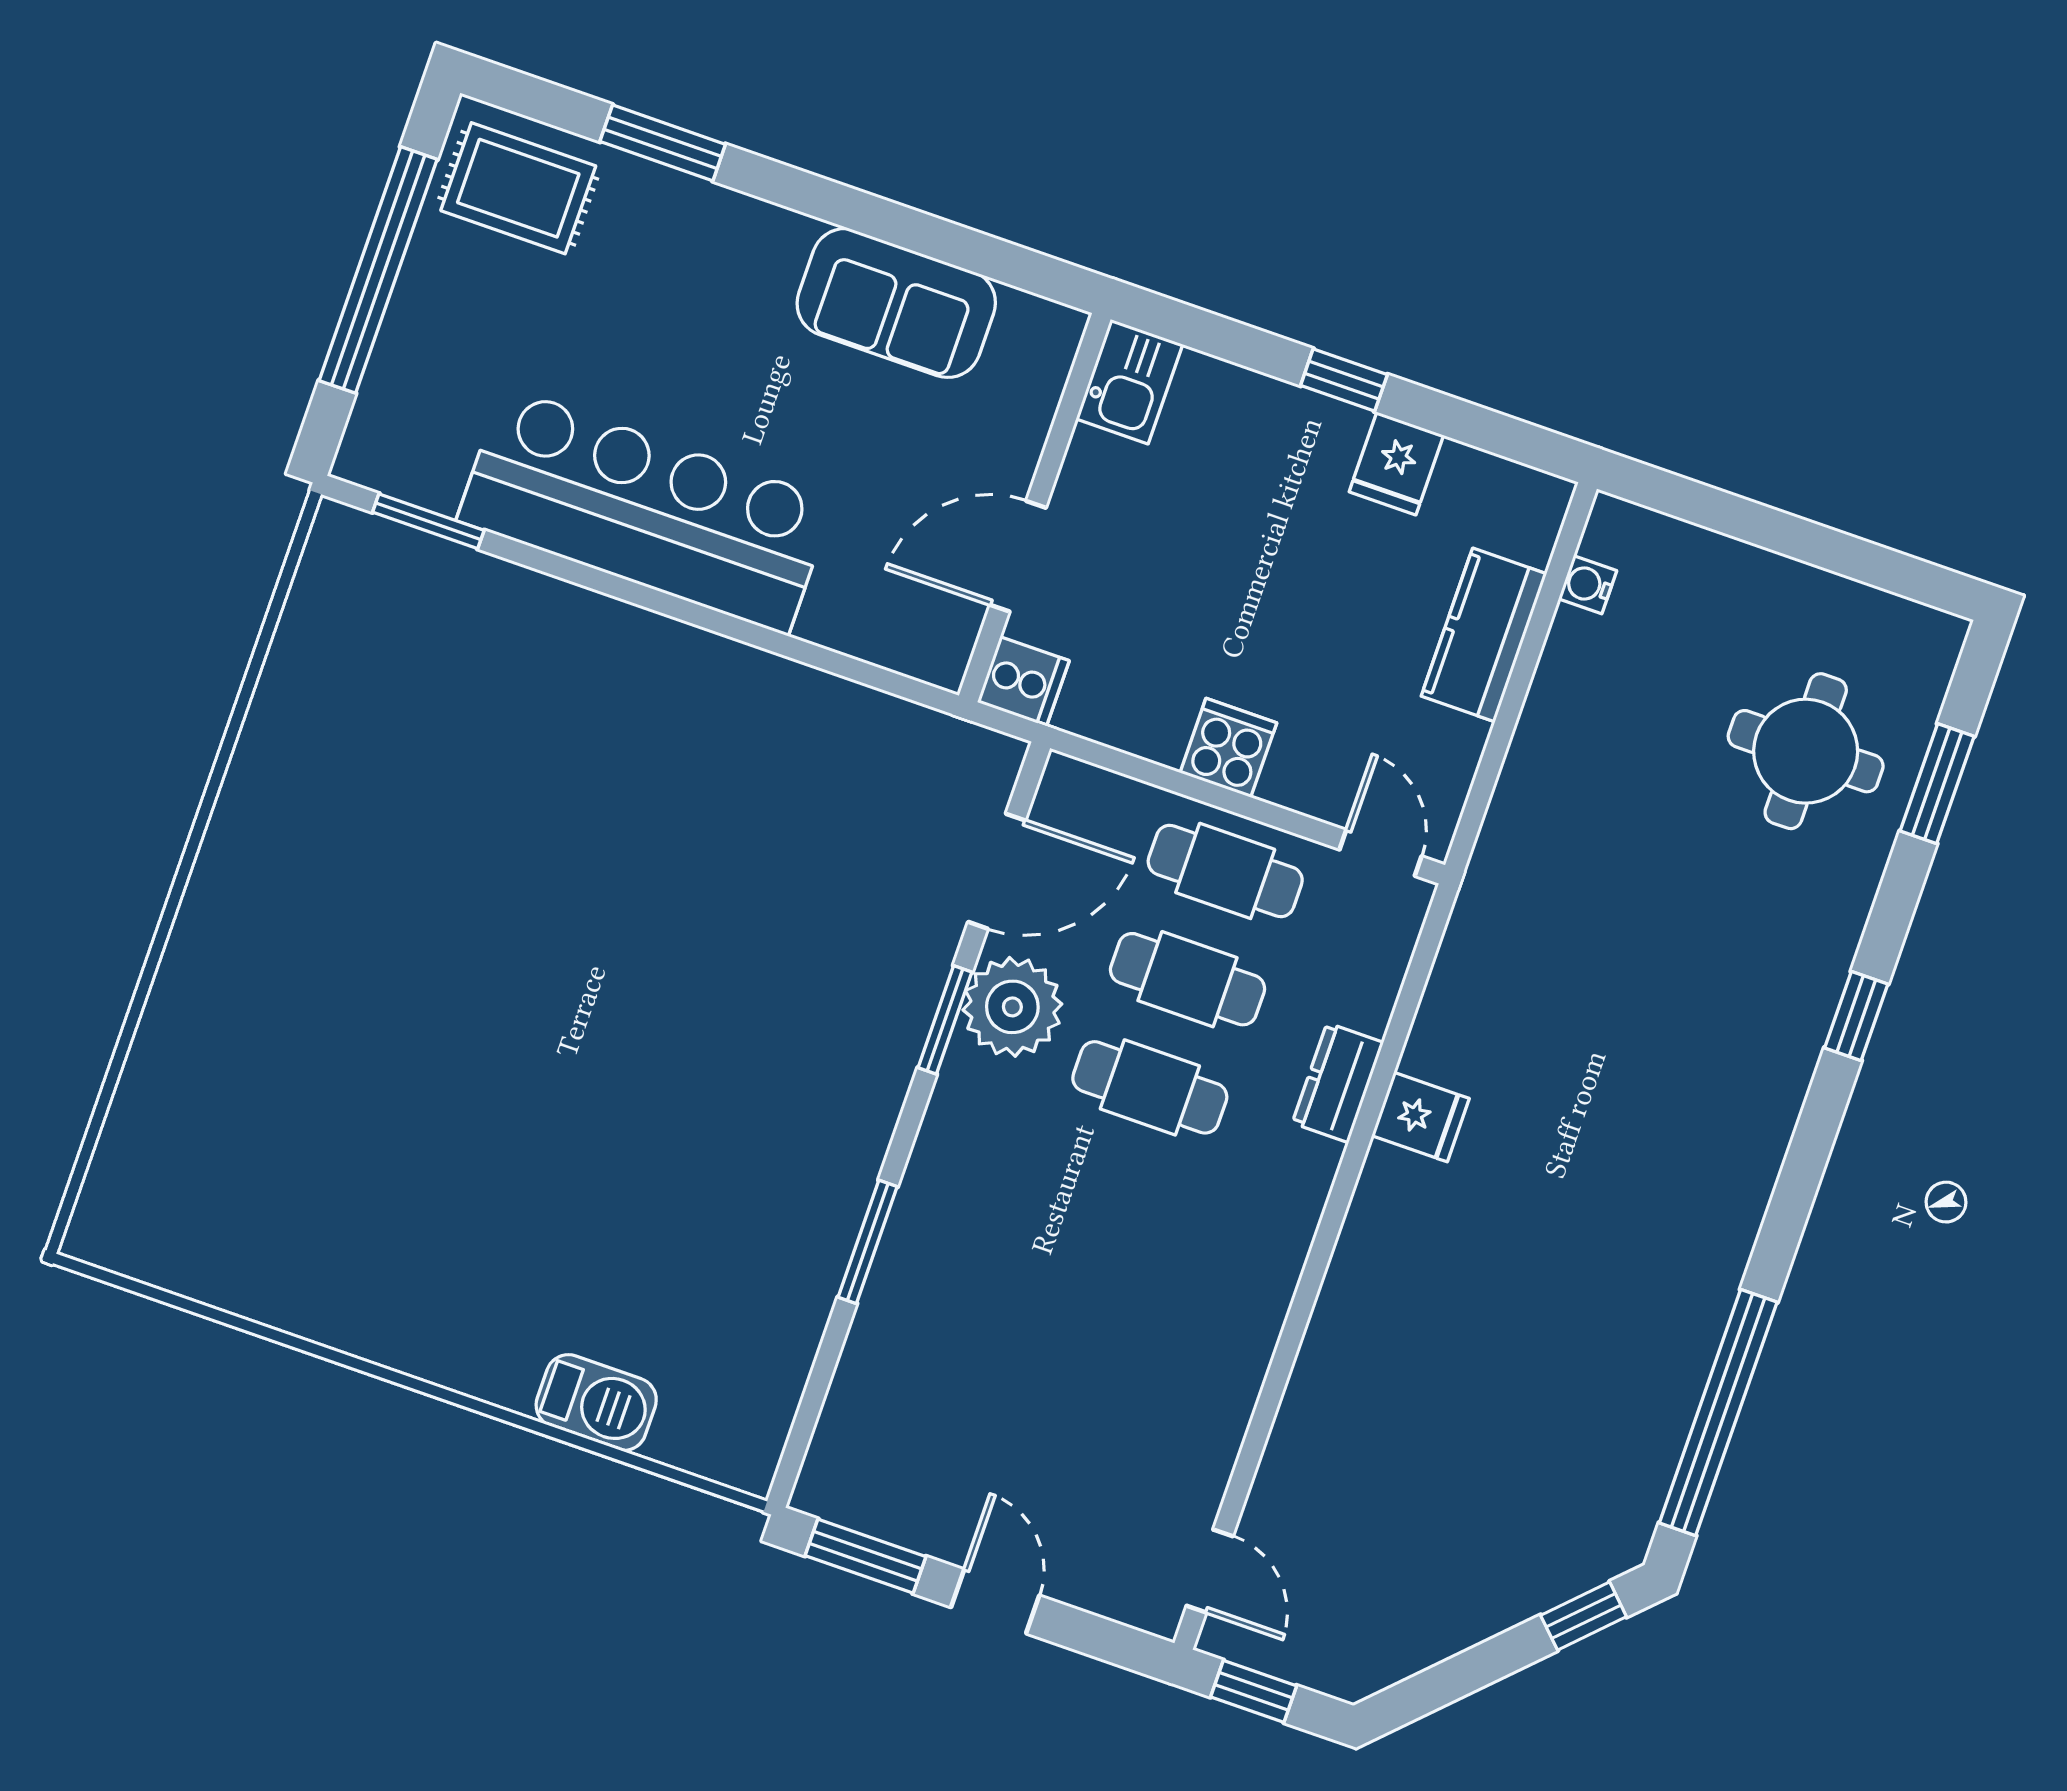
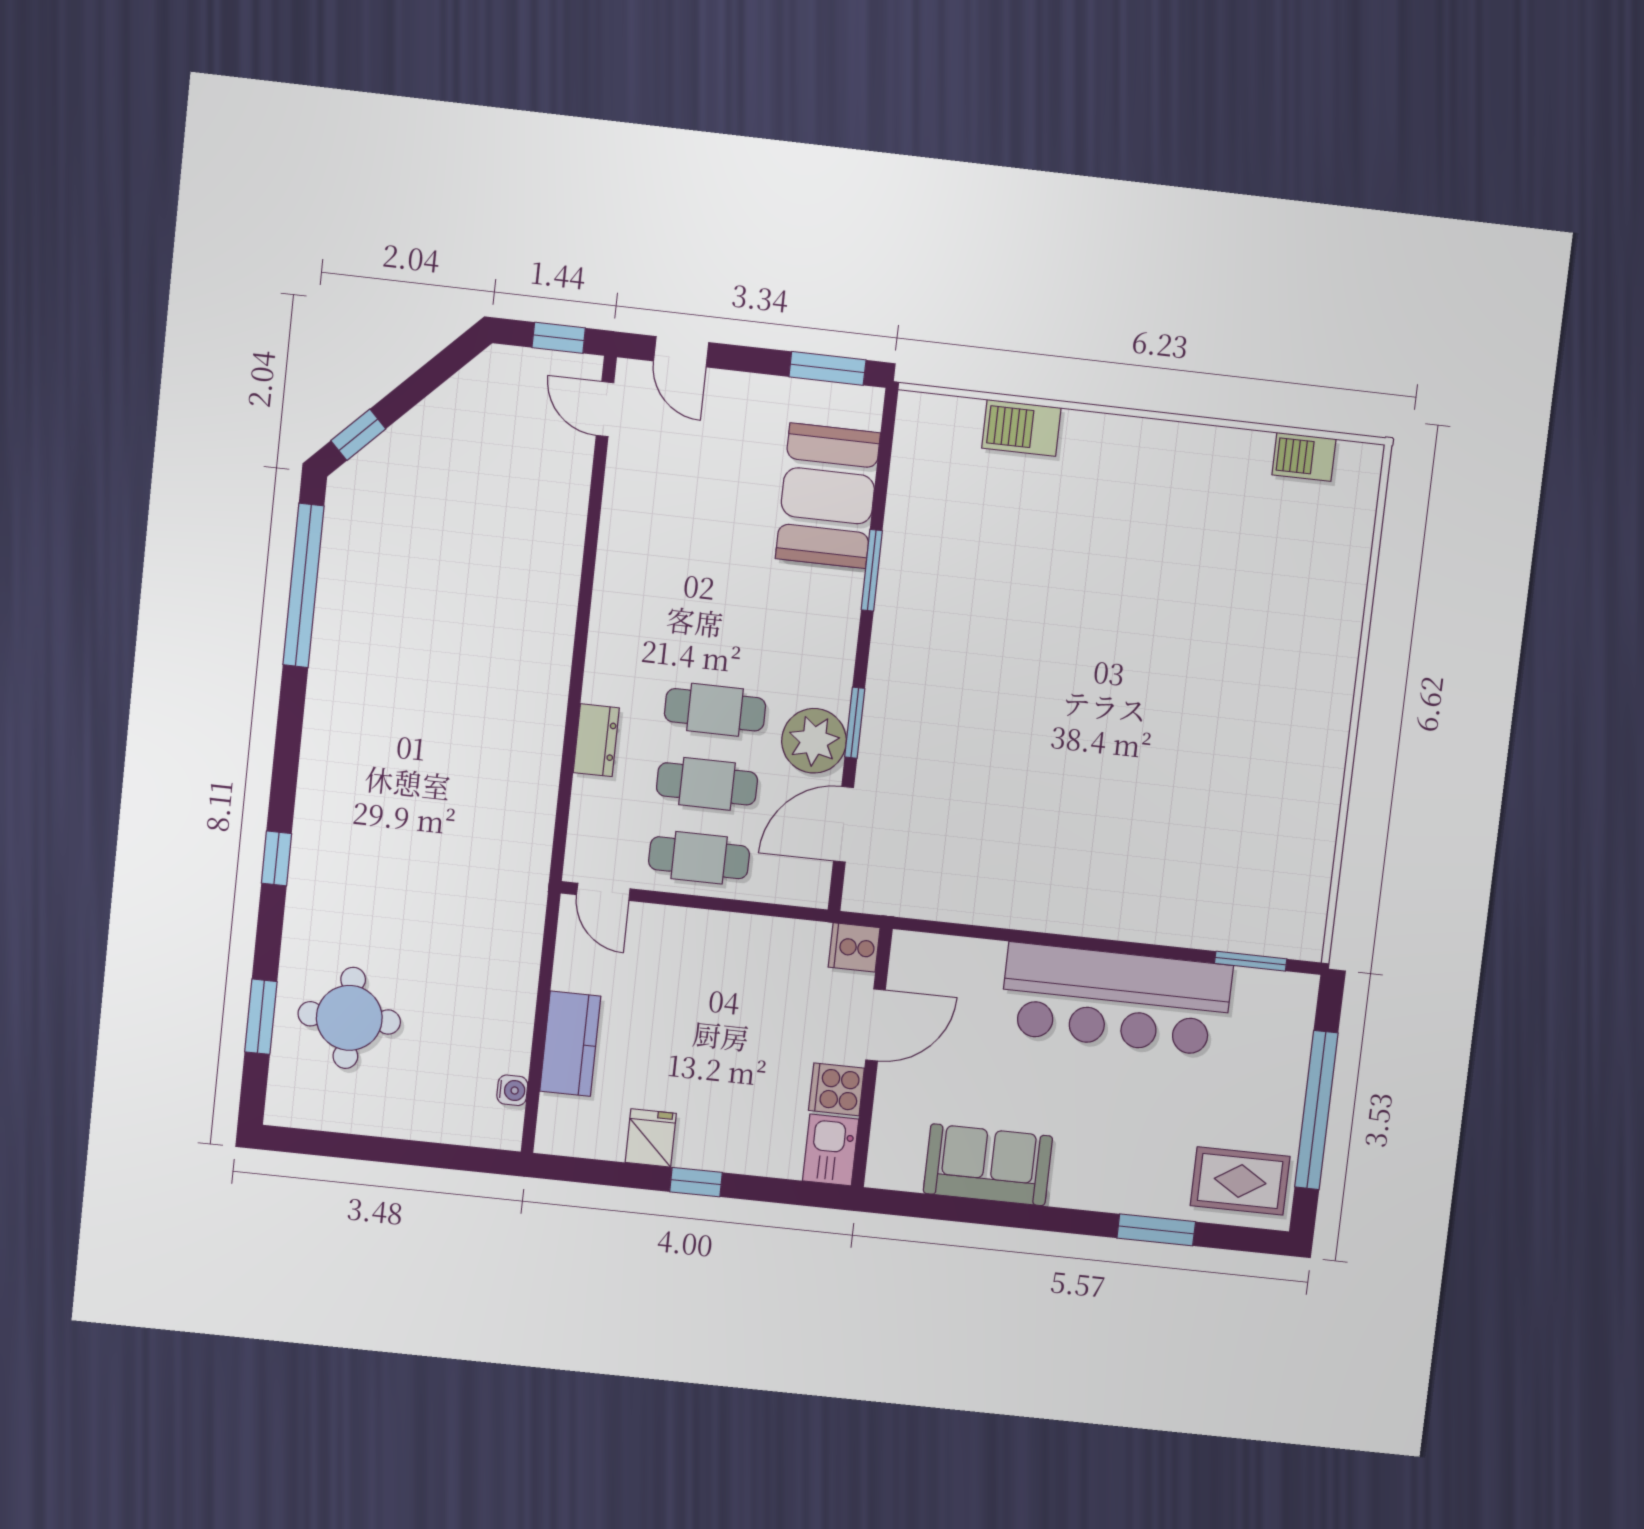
cooker: (1228, 748) -> (836, 1089), moved, turned 90
fridge: (1420, 1117) -> (539, 730), removed
barbecue: (182, 1263) -> (1304, 457), added
booth: (908, 1368) -> (828, 496), added
door: (995, 1601) -> (681, 352), moved

